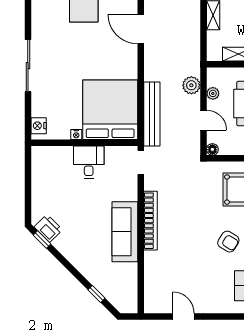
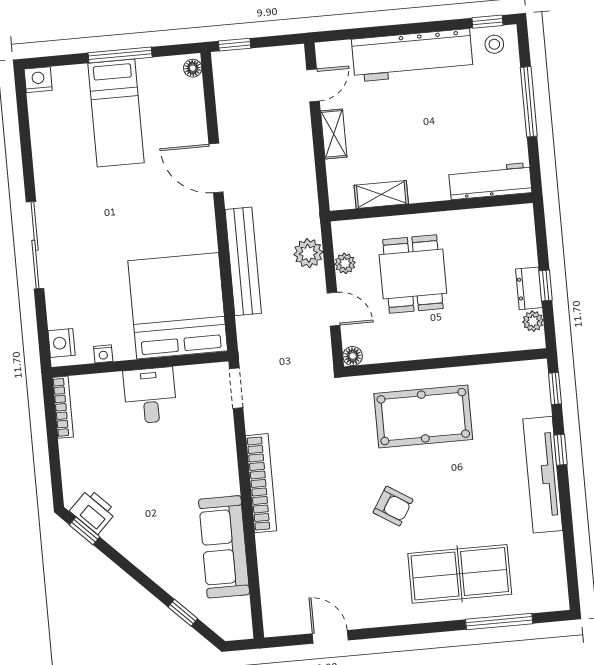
bench: (152, 114) -> (243, 261), moved
nightstand: (76, 134) -> (103, 354), moved
bookcase: (36, 164) -> (63, 407), added
sofa: (125, 232) -> (224, 547), moved

